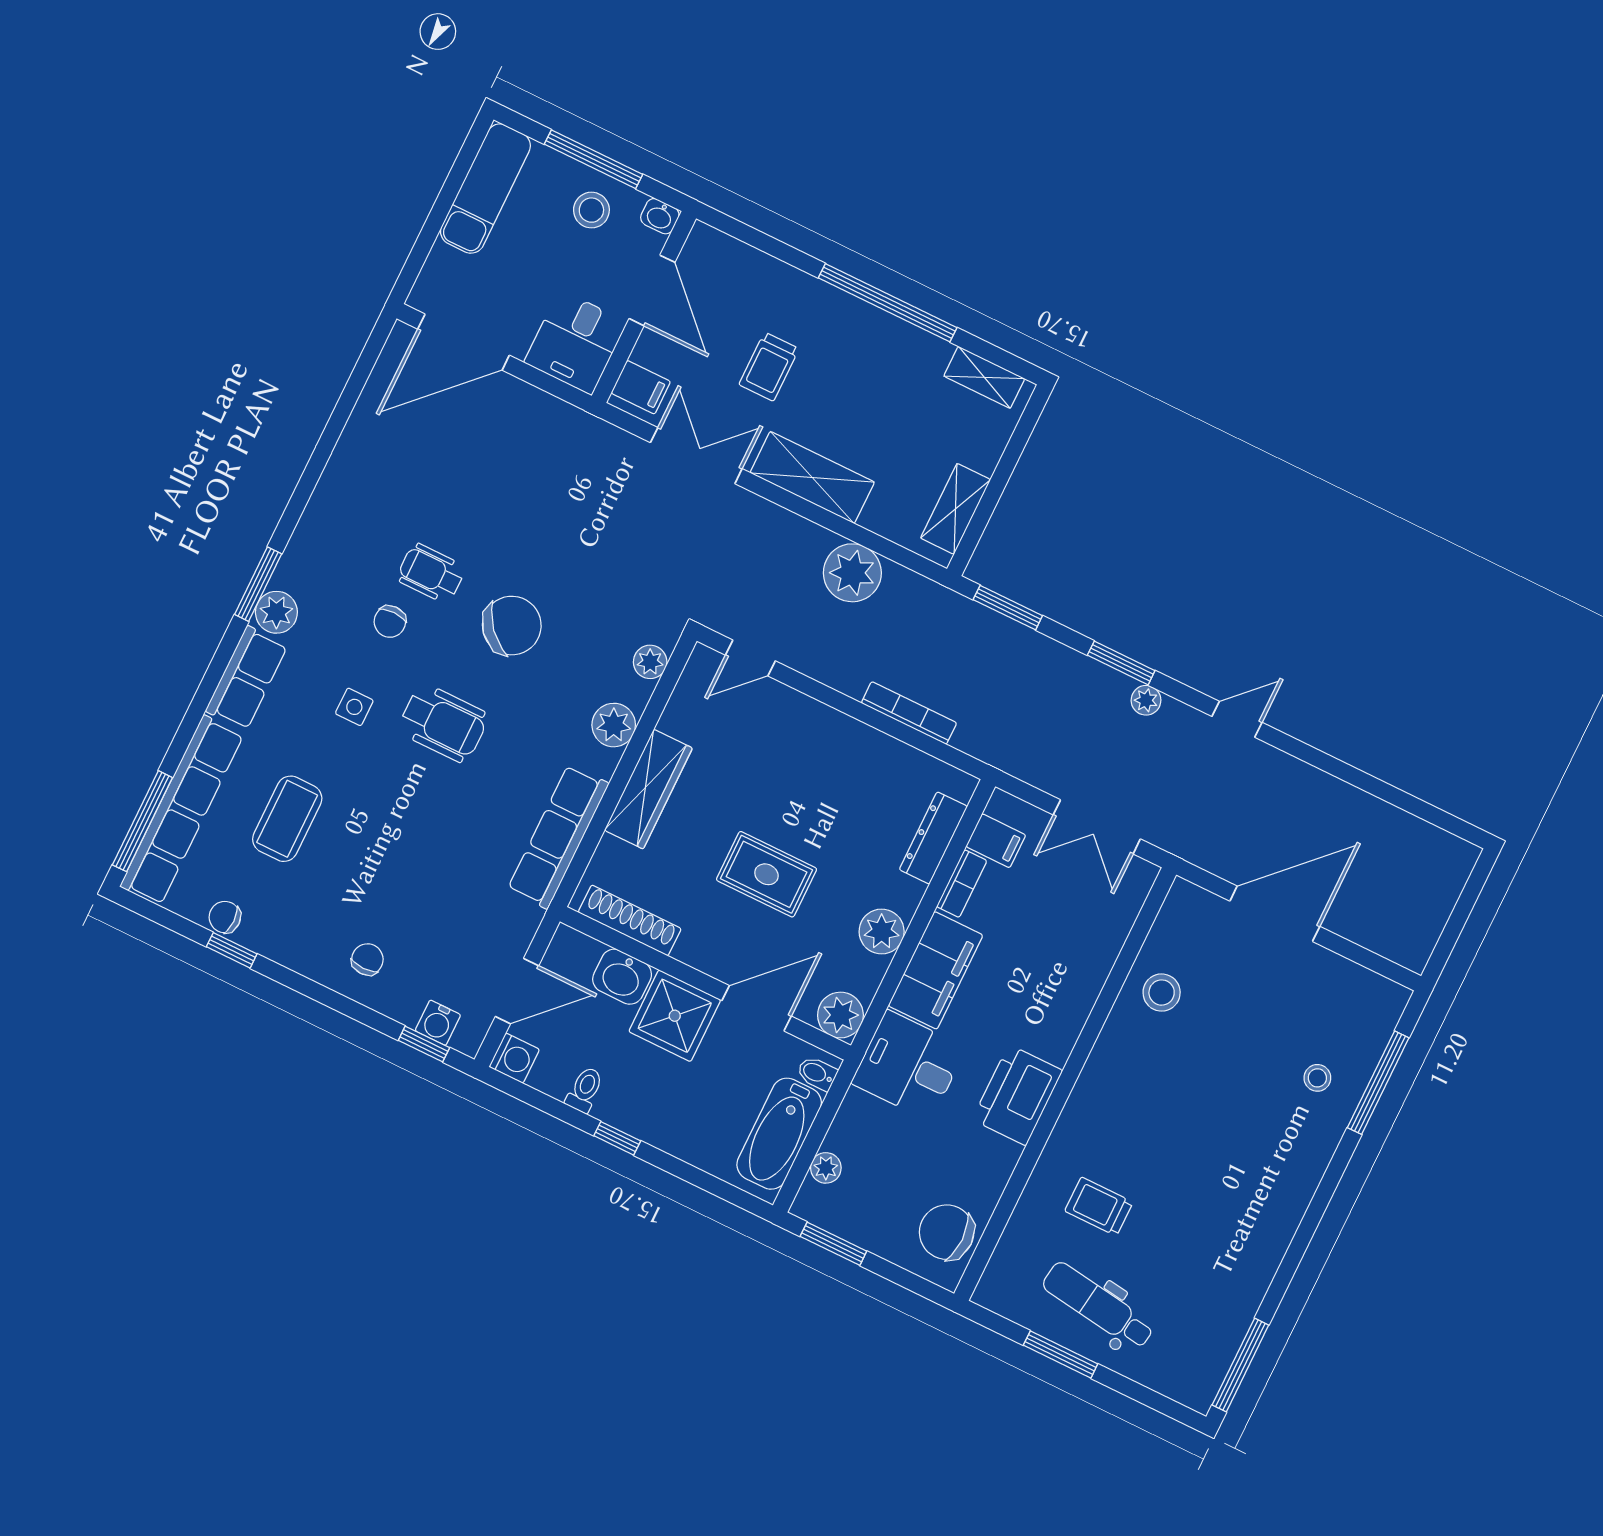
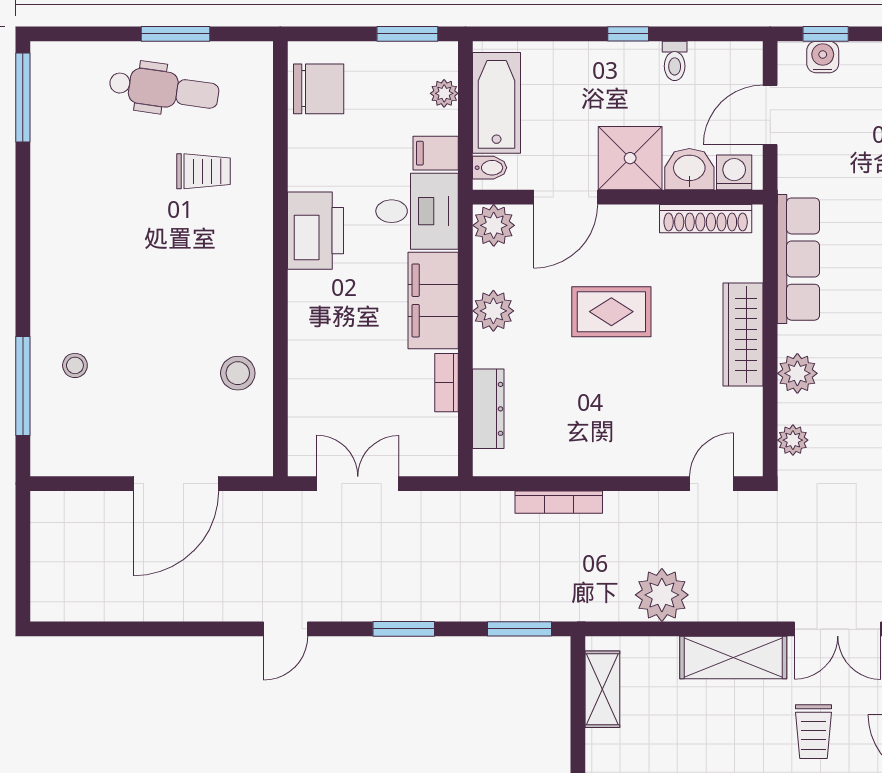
trolley: (769, 367) -> (814, 732), turned 180
plant: (1146, 700) -> (368, 608), removed
filing cabinet: (996, 841) -> (436, 153), moved
washing machine: (514, 1058) -> (734, 172), moved, turned 90

